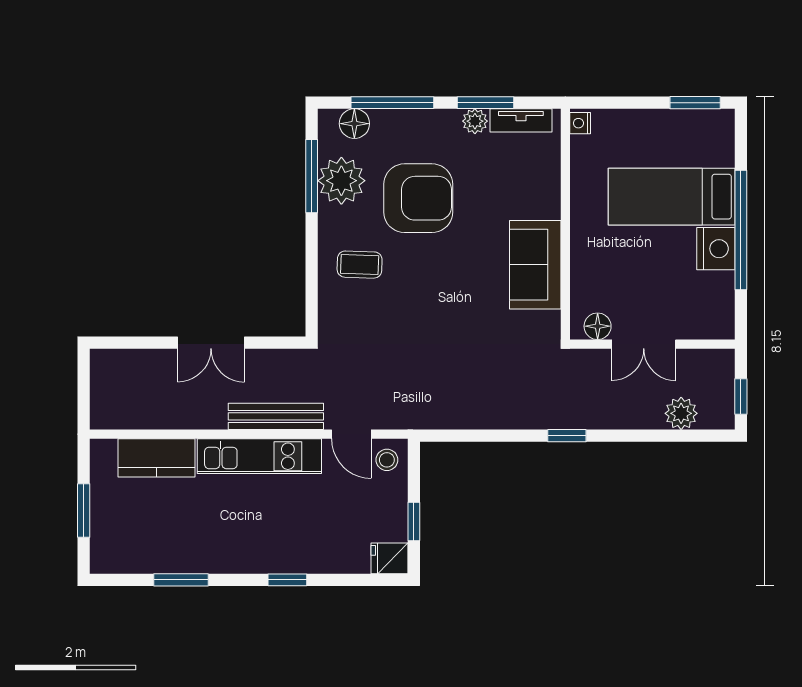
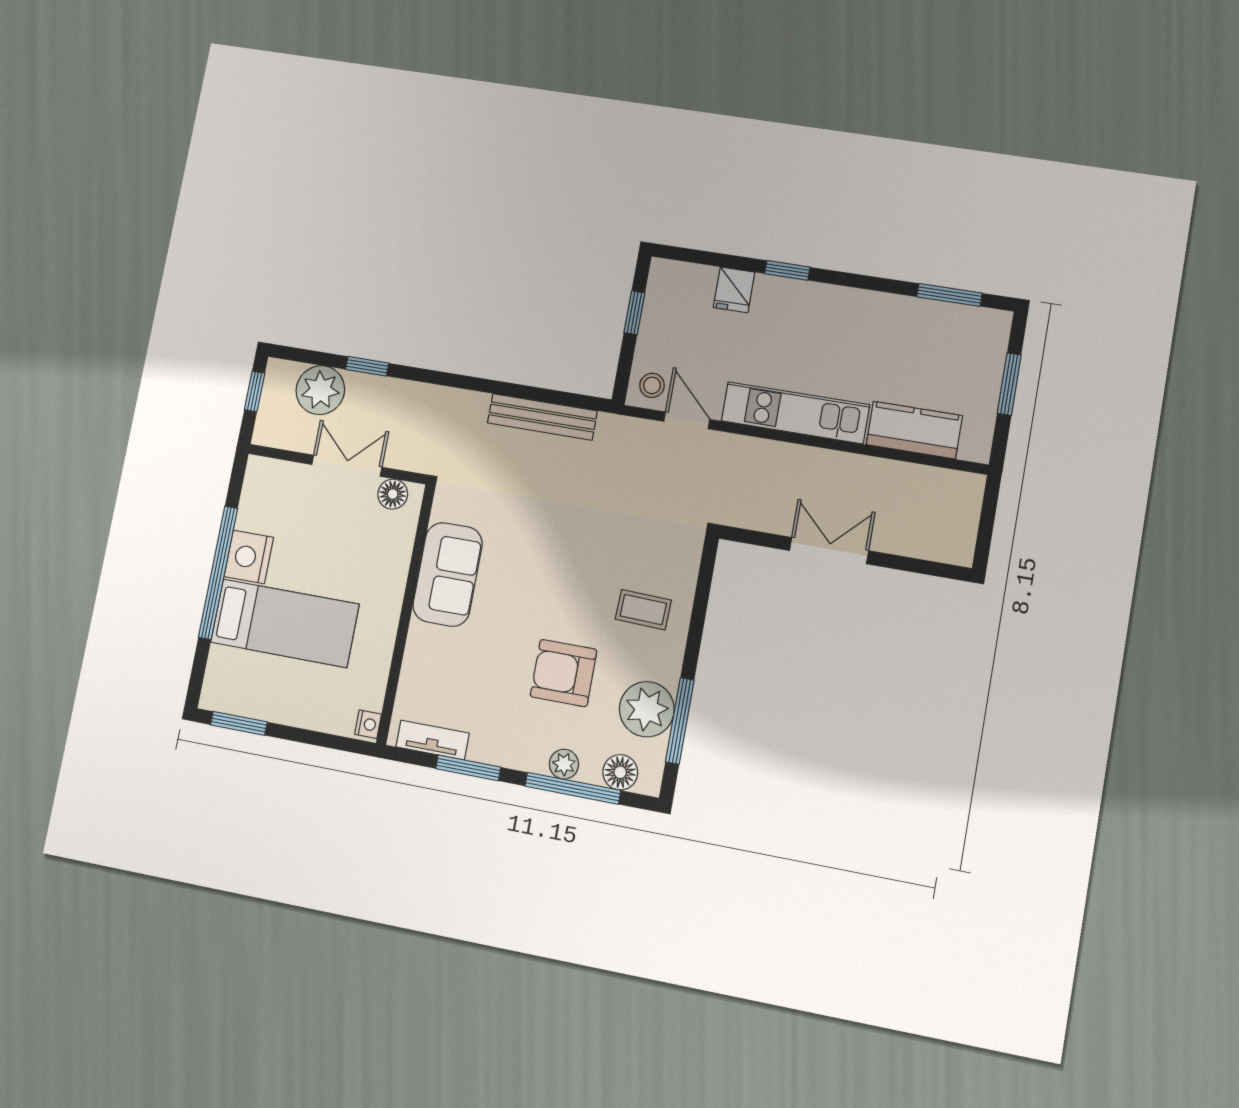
plant: (475, 121) -> (564, 764), moved
armchair: (418, 198) -> (564, 673), width x0.73, depth x0.73
plant: (681, 413) -> (320, 390), width x1.36, depth x1.36
bench: (276, 416) -> (542, 417), moved
window: (567, 436) -> (367, 366), moved
fridge: (389, 558) -> (734, 290), moved, turned 90
window: (181, 580) -> (949, 295), moved

